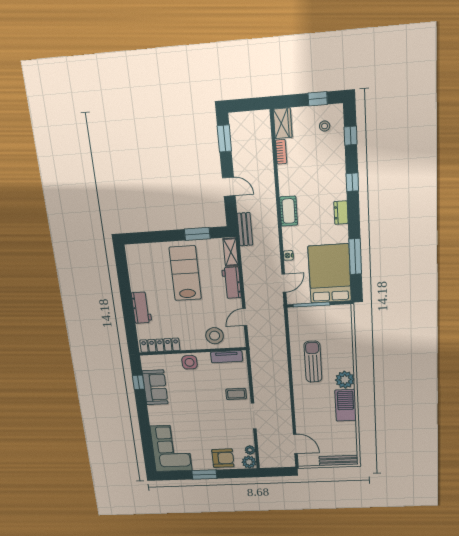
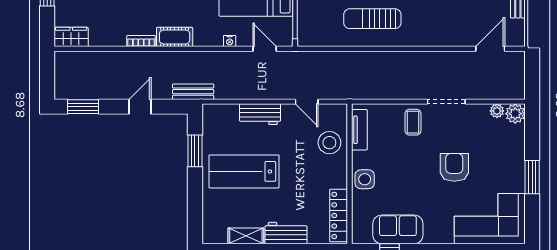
bookcase: (281, 152) -> (141, 41), moved
shelving: (231, 252) -> (246, 236), moved
armchair: (223, 458) -> (454, 167), moved

